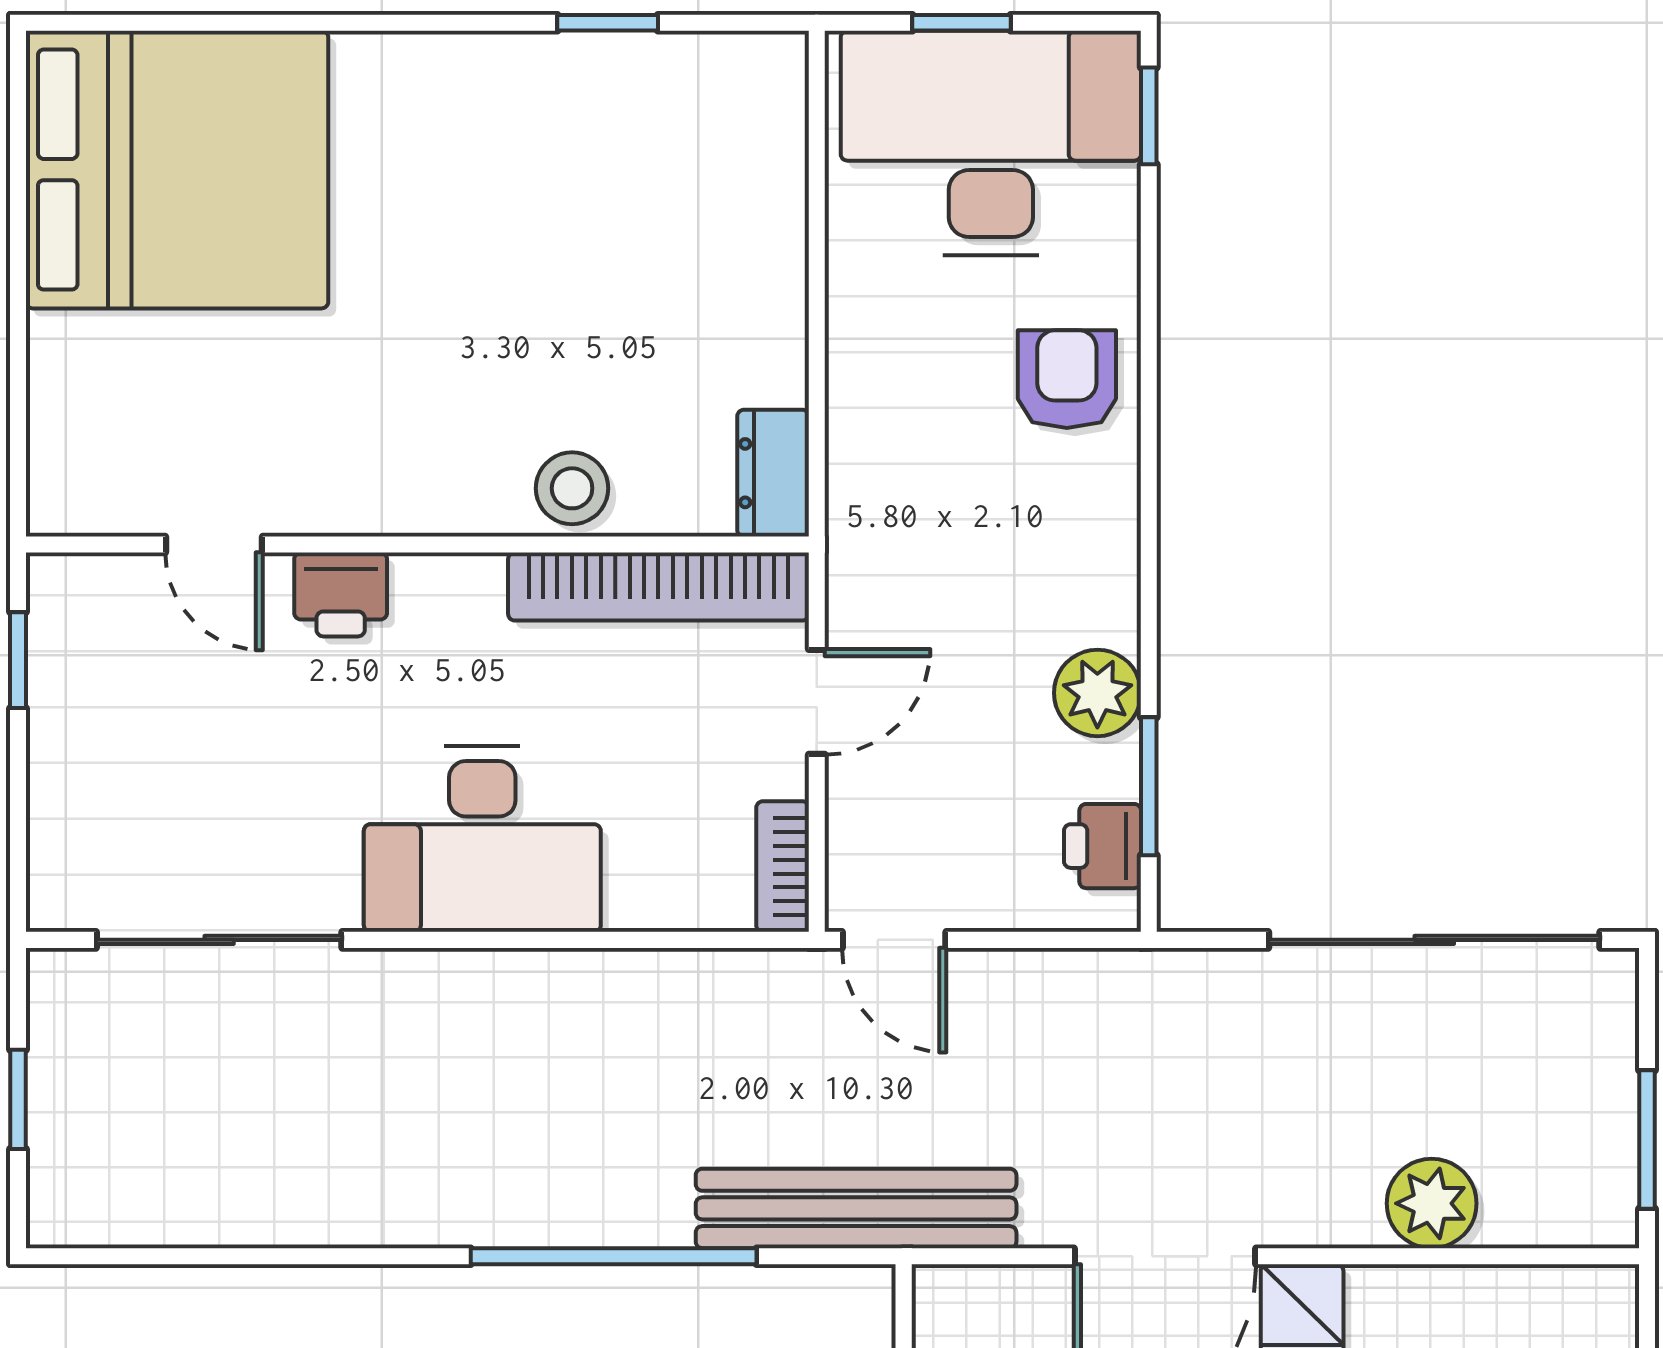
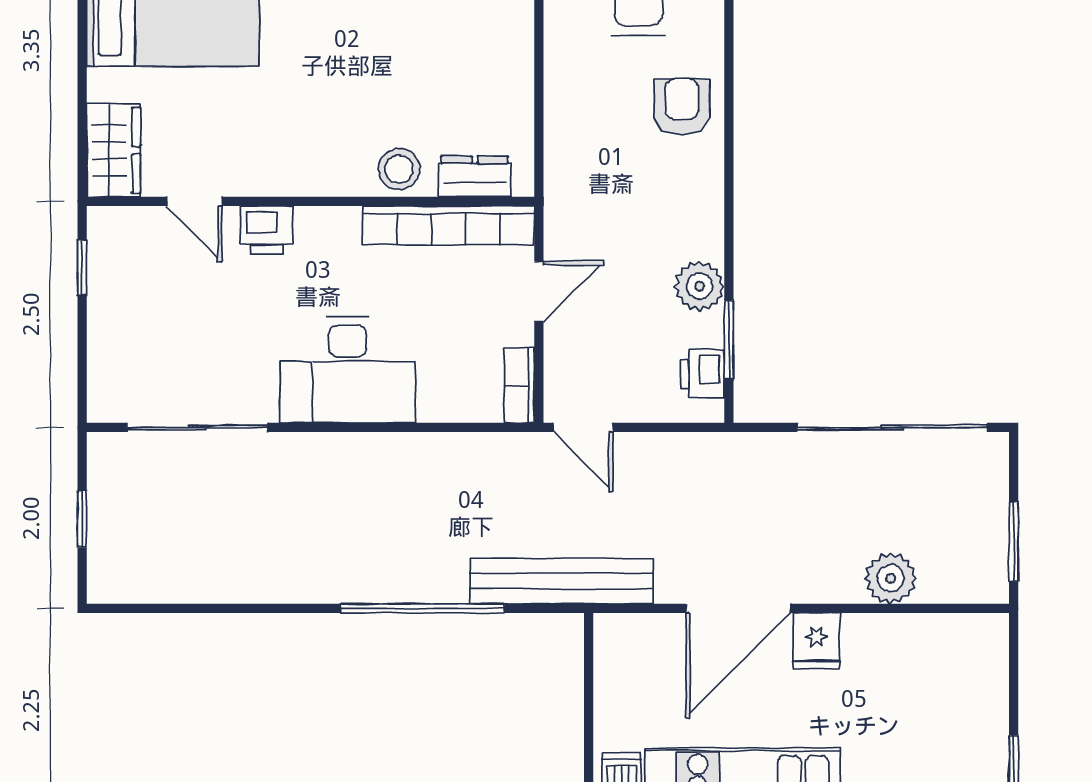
wardrobe: (73, 455) -> (114, 150), added
dresser: (773, 473) -> (475, 176), moved, turned 90

